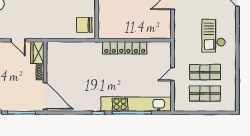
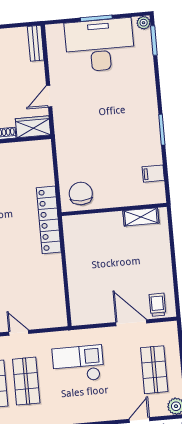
checkout: (214, 36) -> (78, 364), moved
locker: (125, 48) -> (49, 220), moved

